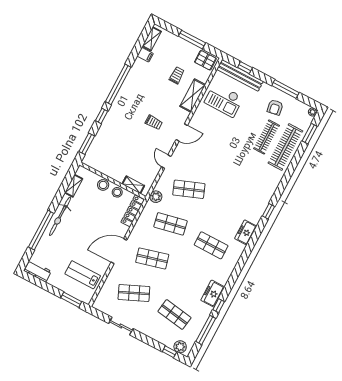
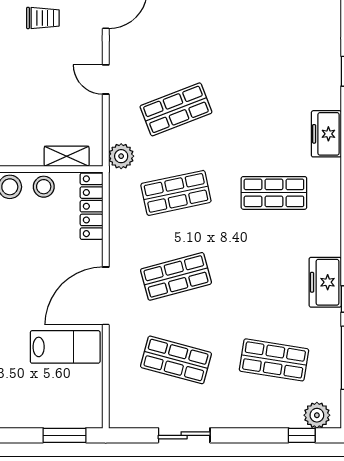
lab bench: (83, 275) -> (65, 347), moved, turned 180
shop shelf: (134, 293) -> (176, 360), turned 39

